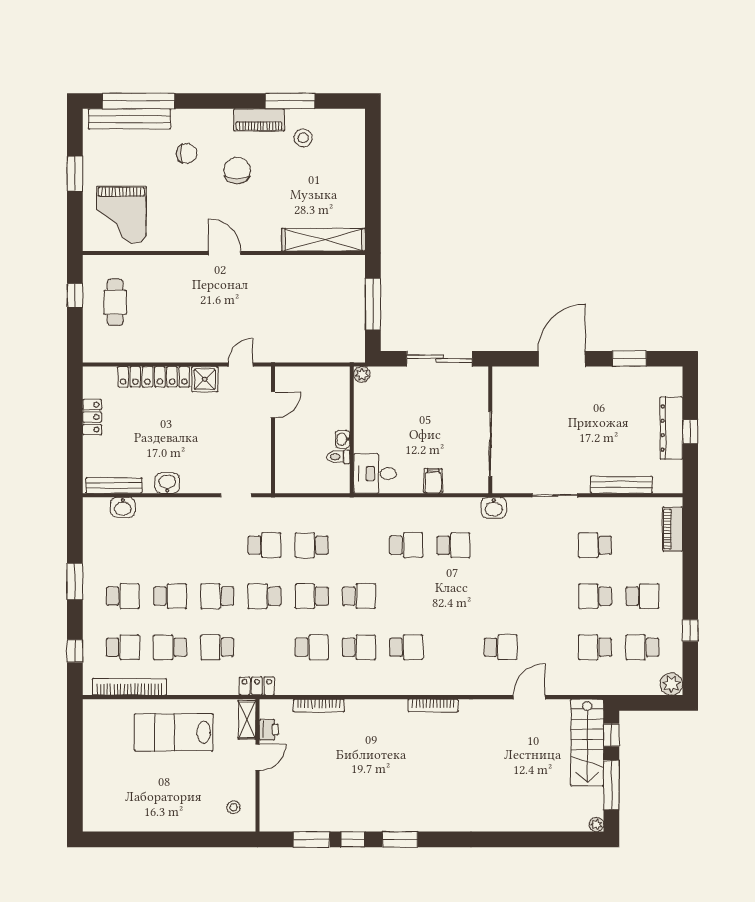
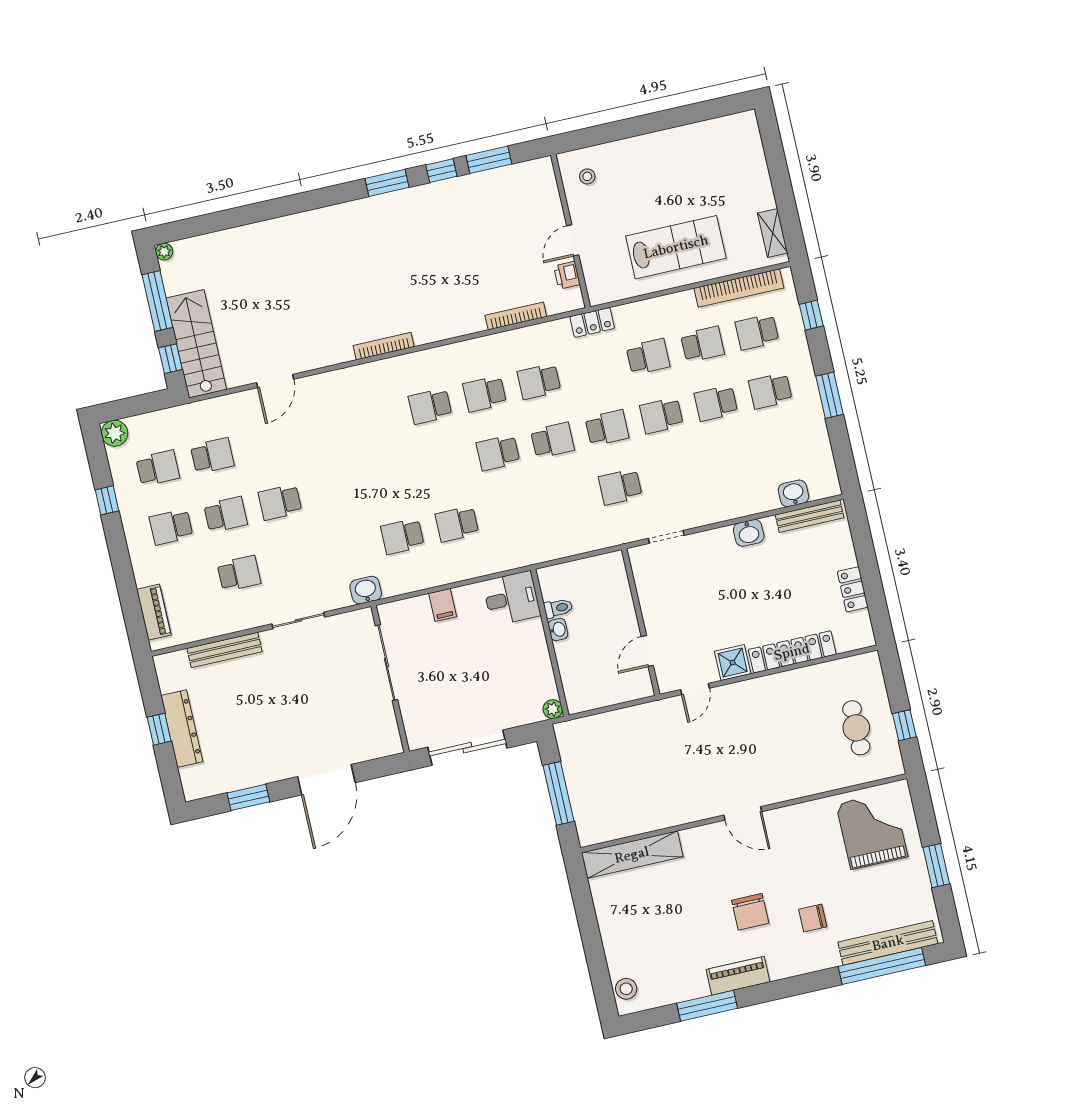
stool: (303, 138) -> (626, 989), moved
school desk: (312, 545) -> (566, 499), removed
school desk: (217, 596) -> (661, 416), turned 180
school desk: (501, 647) -> (280, 502), moved
shelving: (247, 720) -> (773, 233), moved

